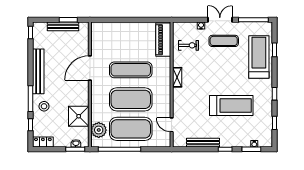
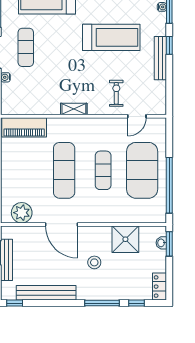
exercise bike: (189, 45) -> (116, 93), moved
bench: (38, 71) -> (46, 293), moved
exercise mat: (131, 99) -> (103, 170), width x0.50, depth x0.69
treadmill: (231, 105) -> (111, 37), turned 90
stool: (44, 106) -> (94, 262), moved
plant: (99, 130) -> (22, 213), moved
bench: (203, 143) -> (160, 58), moved

